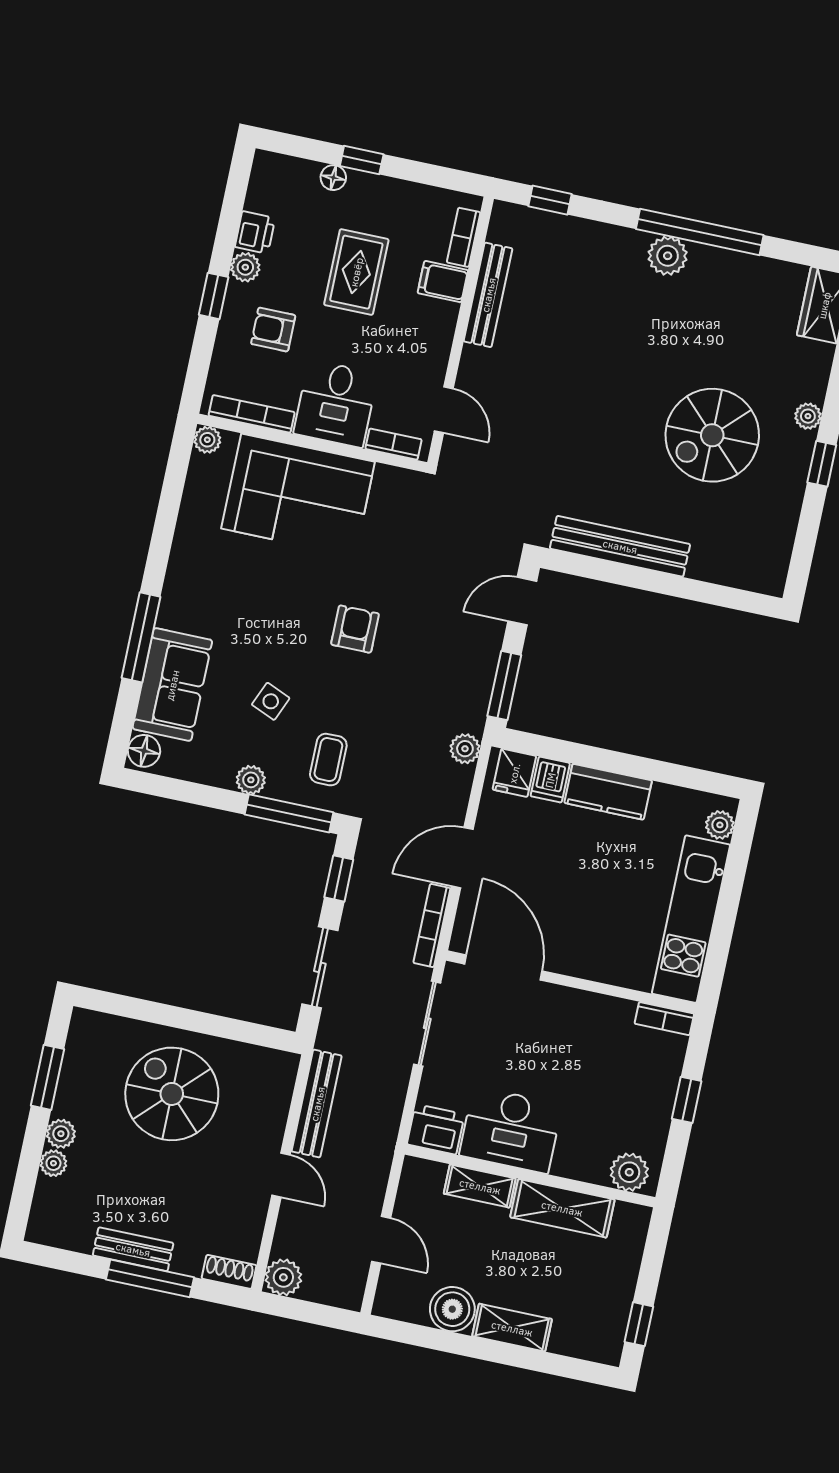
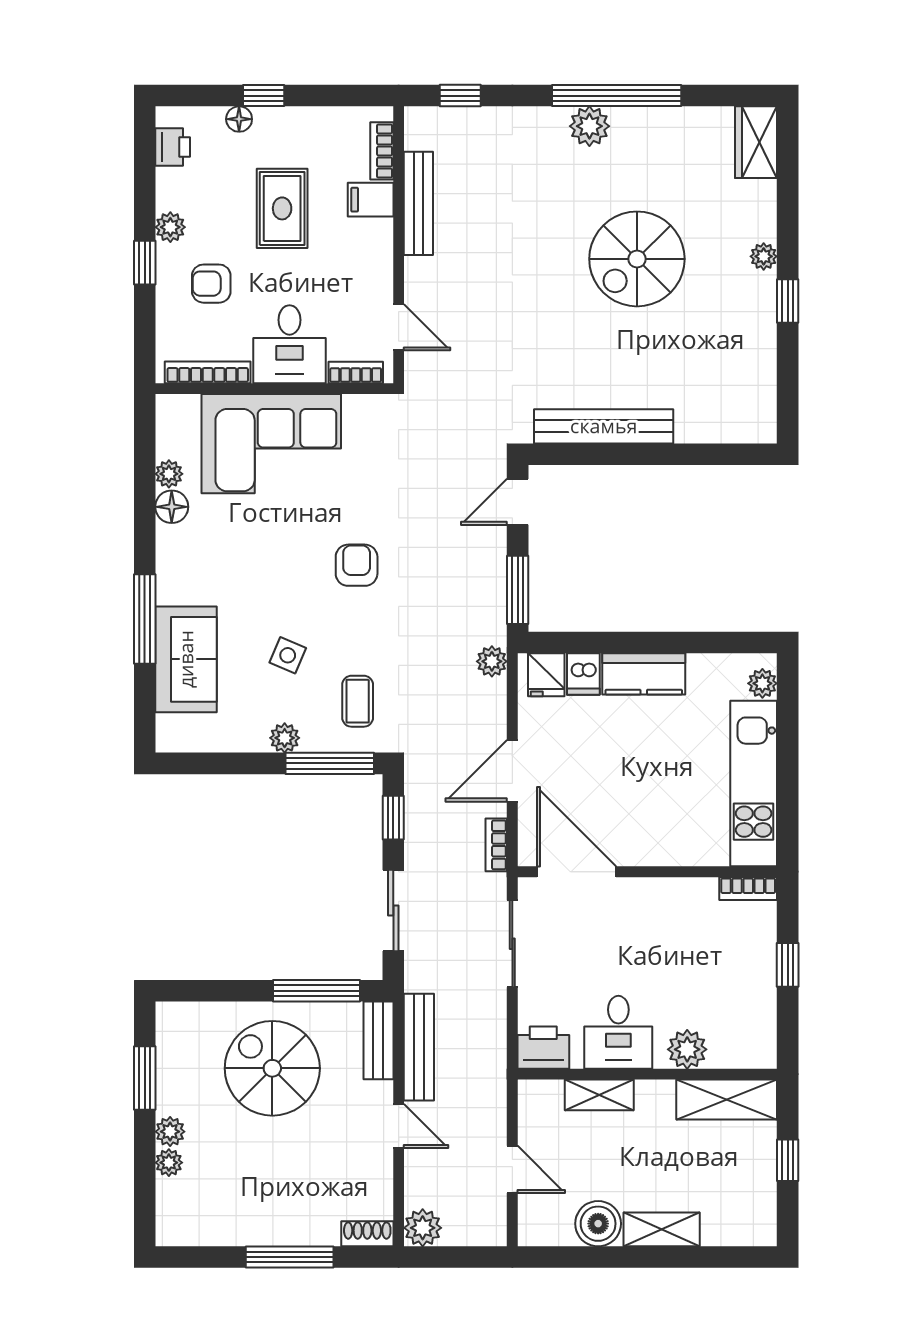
printer: (255, 232) -> (173, 147), moved
spiral stairs: (712, 435) -> (637, 259), moved
plant: (207, 440) -> (169, 474), moved
floor lamp: (144, 751) -> (172, 507), moved
bookcase: (432, 925) -> (496, 845), width x0.64
window: (230, 1029) -> (316, 991), added
desk: (511, 1130) -> (618, 1032), width x0.73
plant: (629, 1172) -> (687, 1049), moved
shelving: (562, 1208) -> (727, 1100), moved
bench: (133, 1249) -> (378, 1040), moved, turned 90
window: (639, 1324) -> (788, 1160), moved

